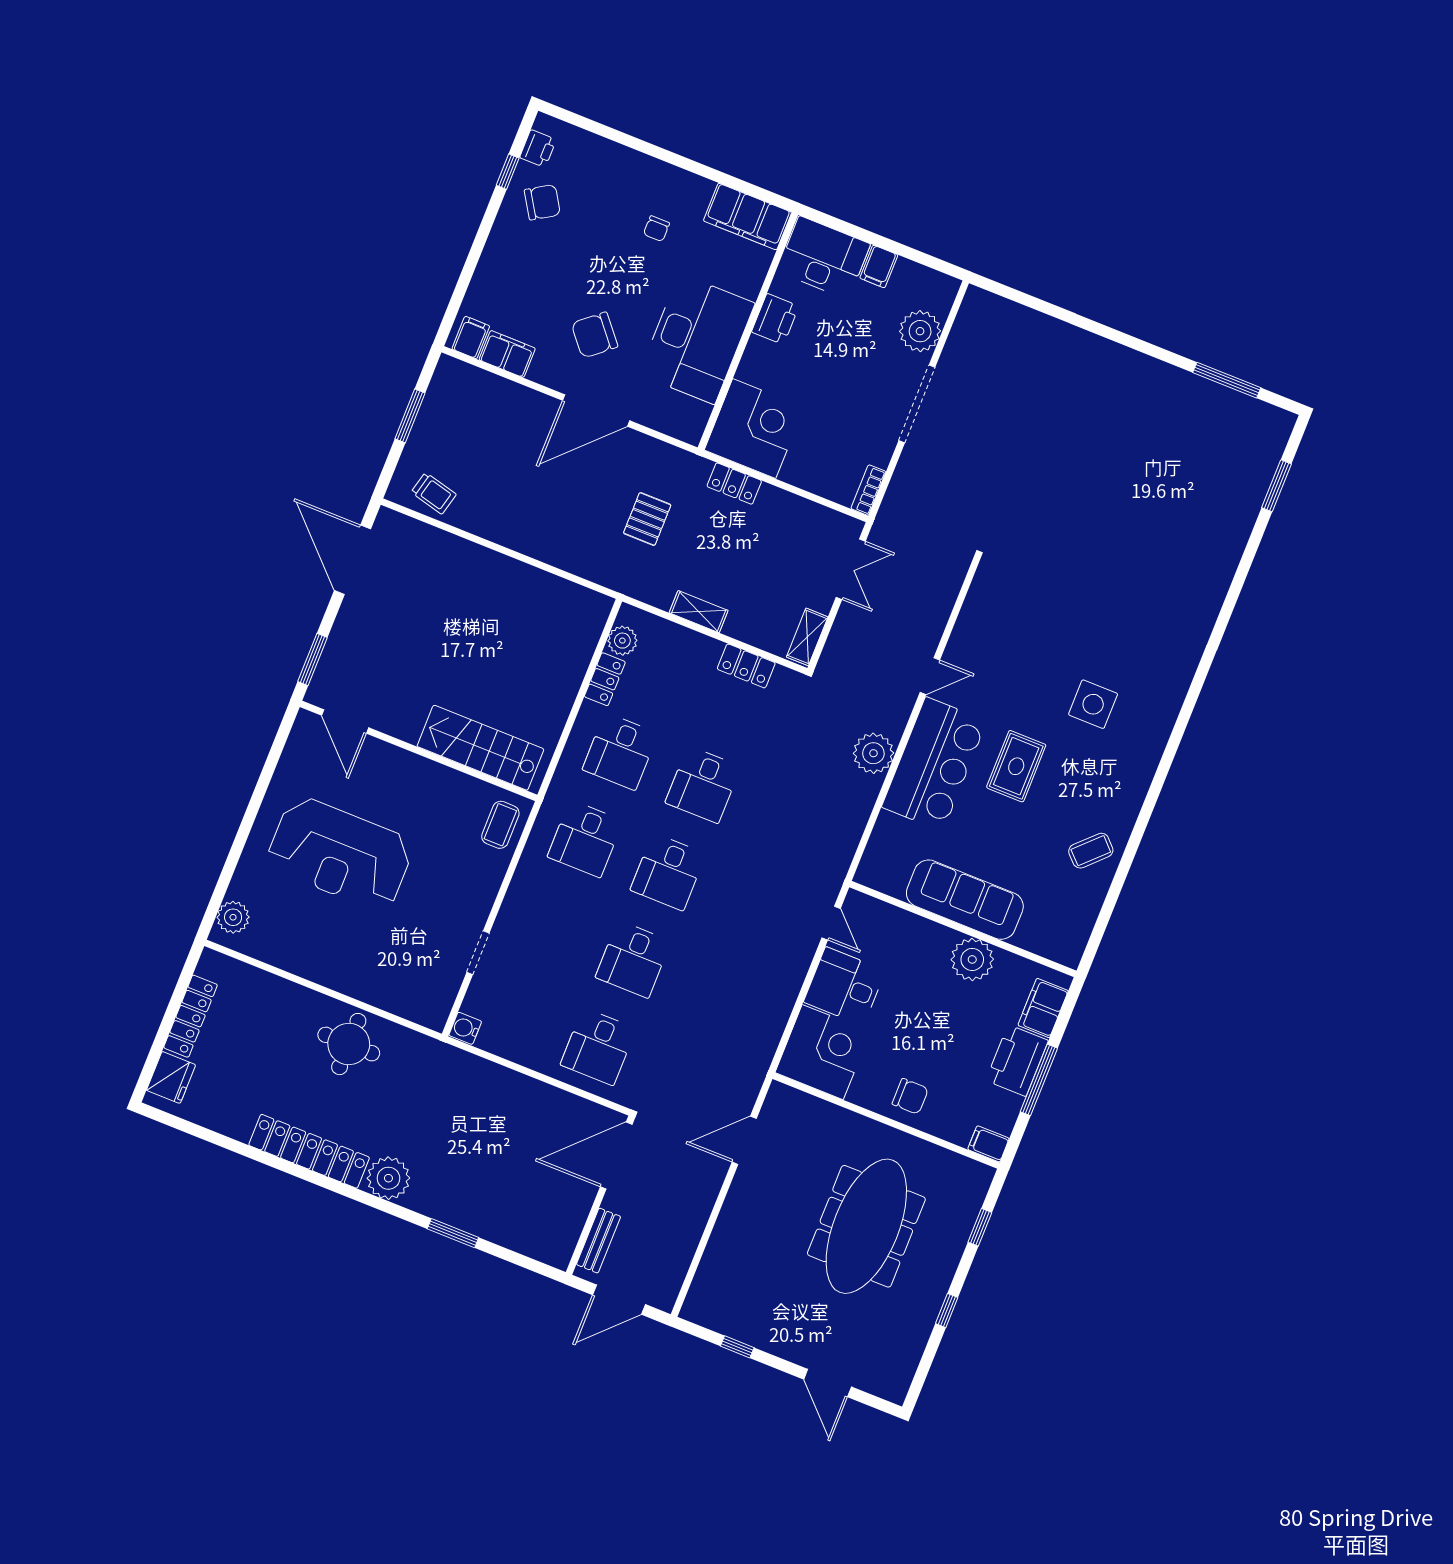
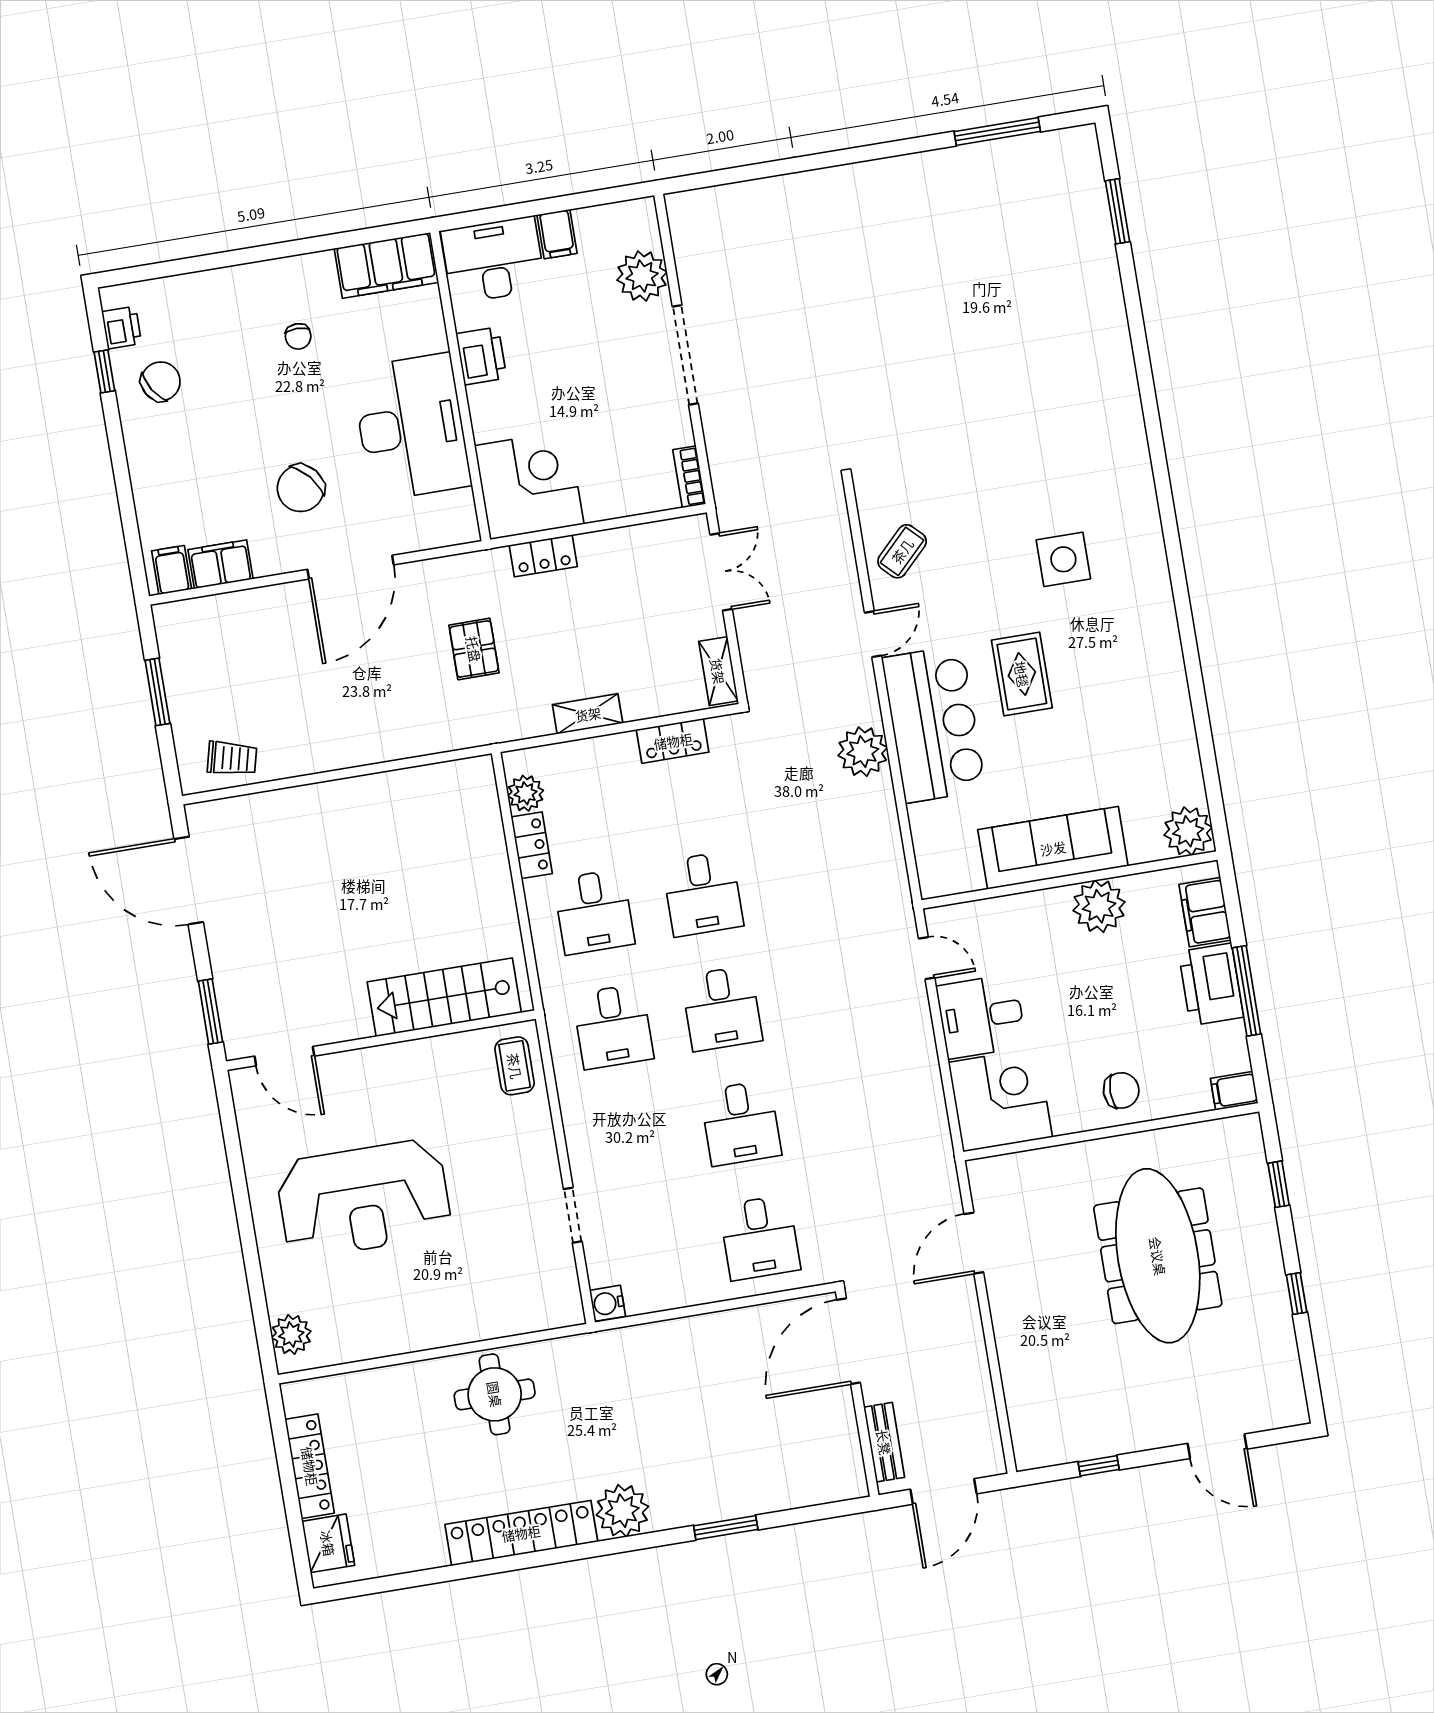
coffee table: (1091, 851) -> (902, 551), moved
plant: (1065, 945) -> (1188, 831), added

